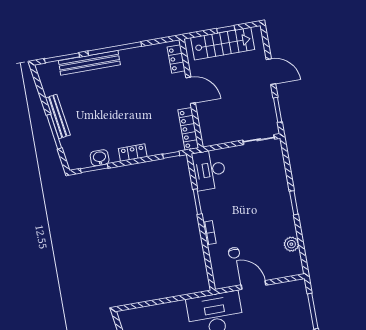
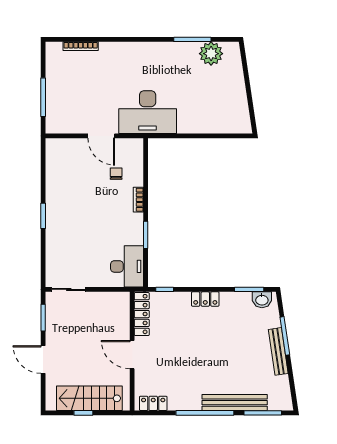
locker: (176, 59) -> (153, 403), moved, turned -90
washbasin: (100, 158) -> (262, 300), moved
plant: (291, 244) -> (53, 172), removed

